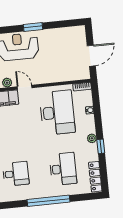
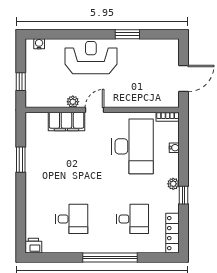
window: (33, 27) -> (127, 34), moved
door: (25, 87) -> (94, 110), hinge flipped
desk: (63, 169) -> (133, 219), width x0.73

